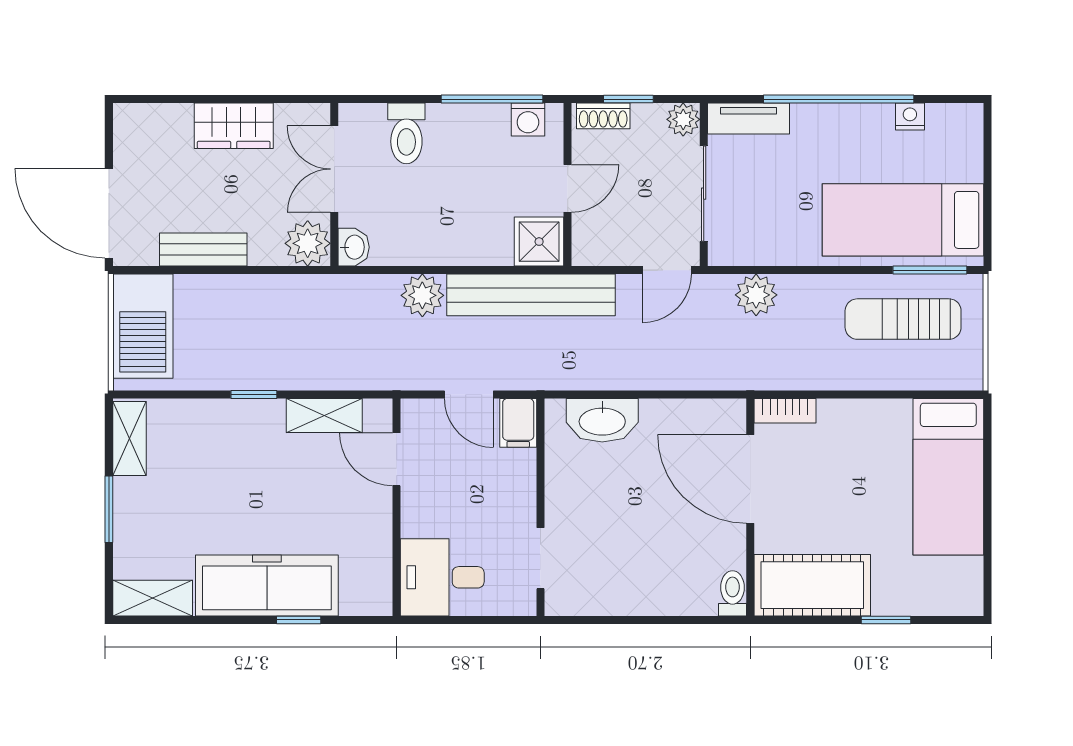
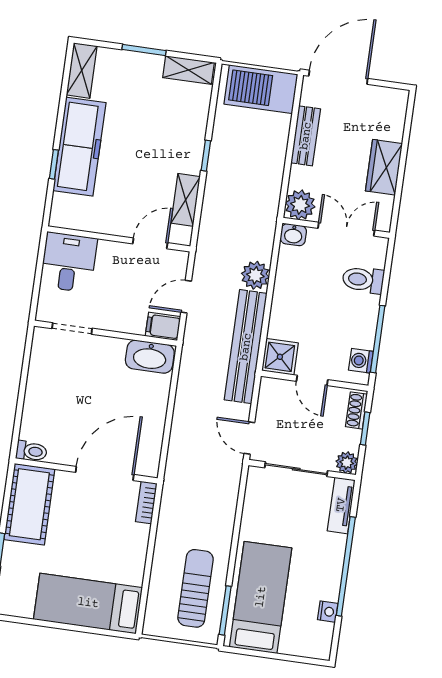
plant: (756, 295) -> (225, 494), removed
washbasin: (602, 420) -> (150, 357), moved, turned -90

